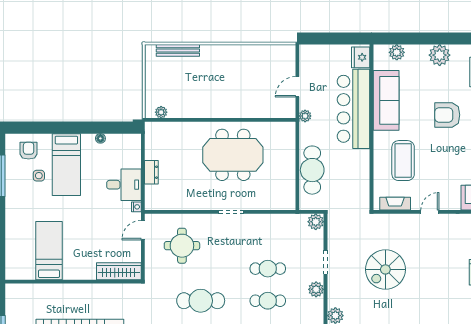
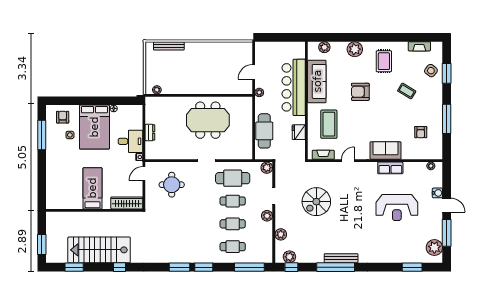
fridge: (361, 57) -> (299, 132), moved
bed: (66, 165) -> (94, 127), width x1.50
bed: (49, 251) -> (92, 188), moved
cafe table: (201, 301) -> (233, 178), moved

